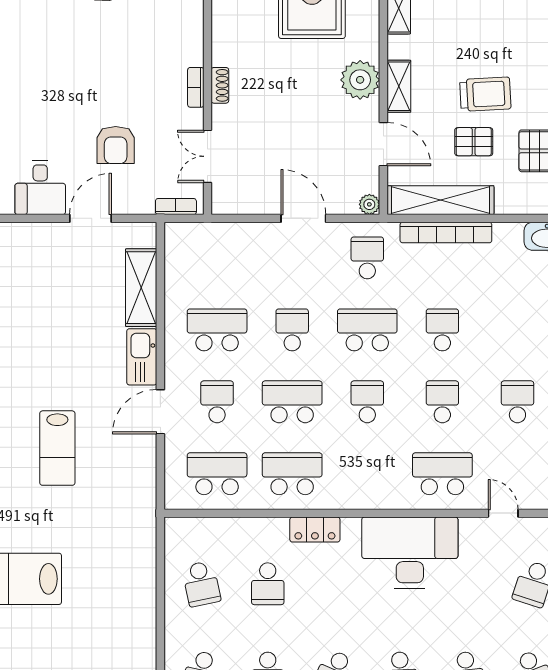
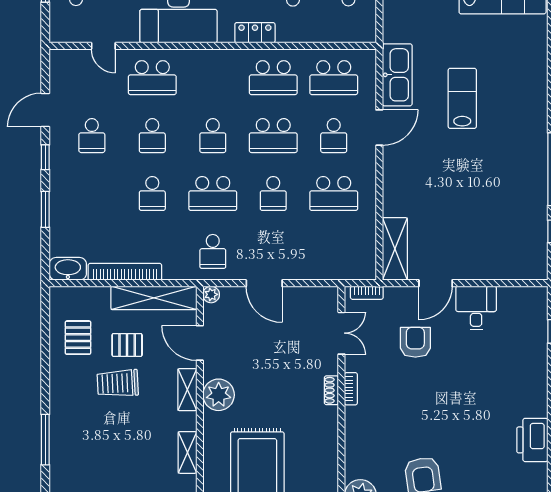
bookcase: (446, 233) -> (125, 272), moved
shelving: (141, 288) -> (395, 249), moved
kitchen sink: (142, 357) -> (397, 75), moved, width x1.36, depth x1.24

